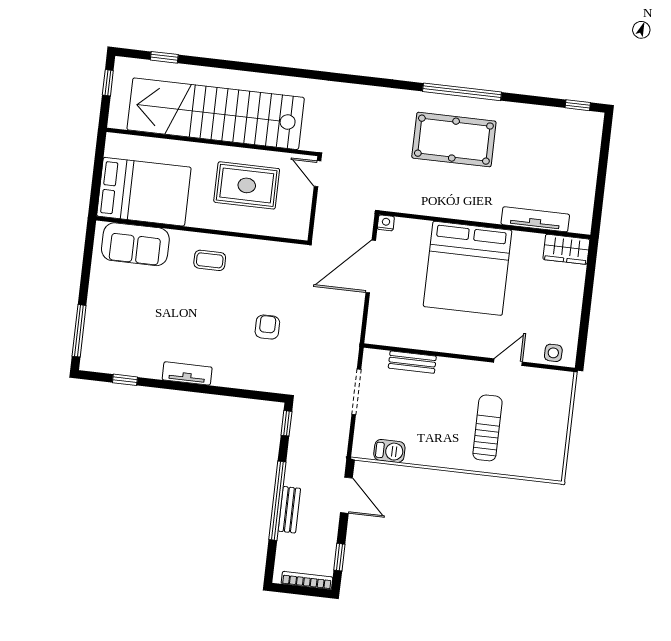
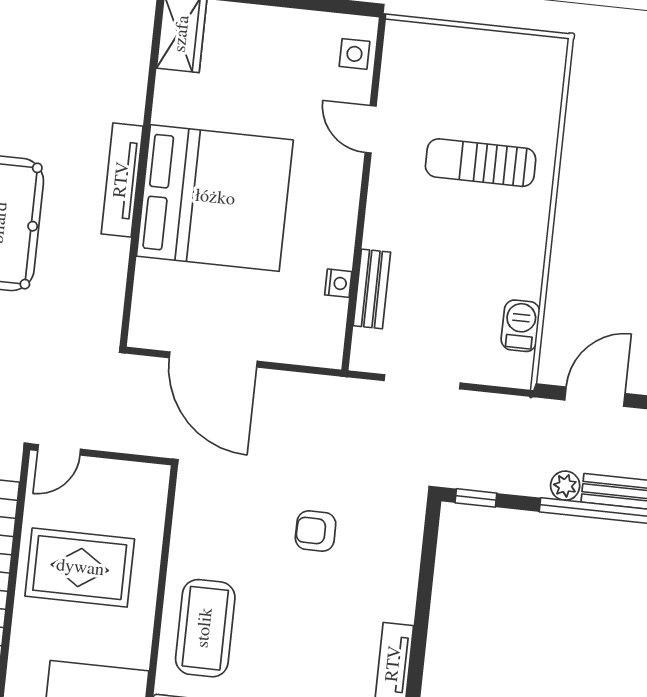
rug: (247, 185) -> (80, 568), turned 90
tv unit: (535, 219) -> (122, 180), moved
nightstand: (386, 223) -> (338, 283), moved, turned 180
coffee table: (210, 260) -> (205, 628), width x1.86, depth x1.72
plant: (293, 477) -> (565, 486), added

